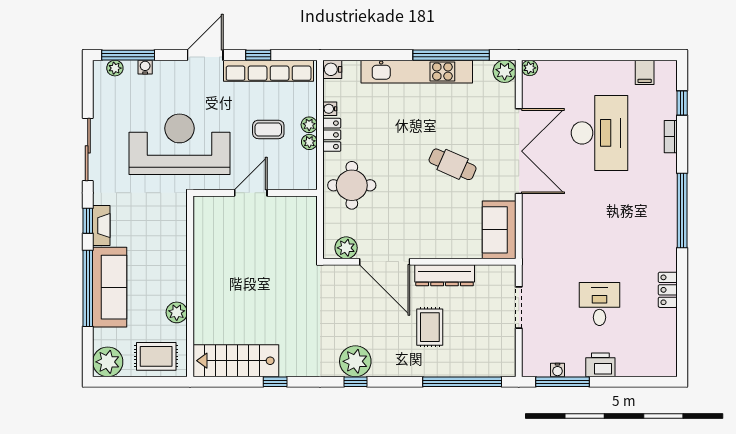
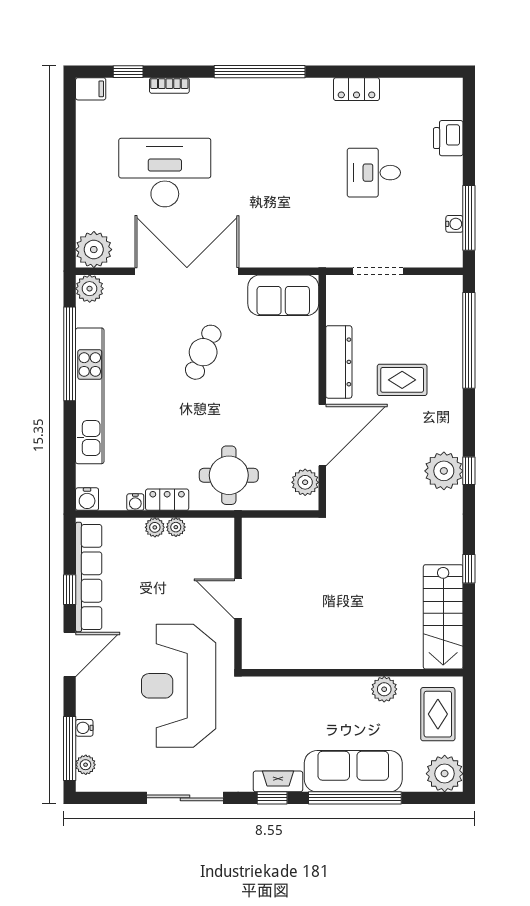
door: (205, 55) -> (70, 655), swing flipped
plant: (530, 68) -> (94, 250), width x1.87, depth x1.87
filing cabinet: (645, 72) -> (91, 89), moved
coffee table: (268, 129) -> (161, 577), removed
printer: (600, 365) -> (448, 138), moved

